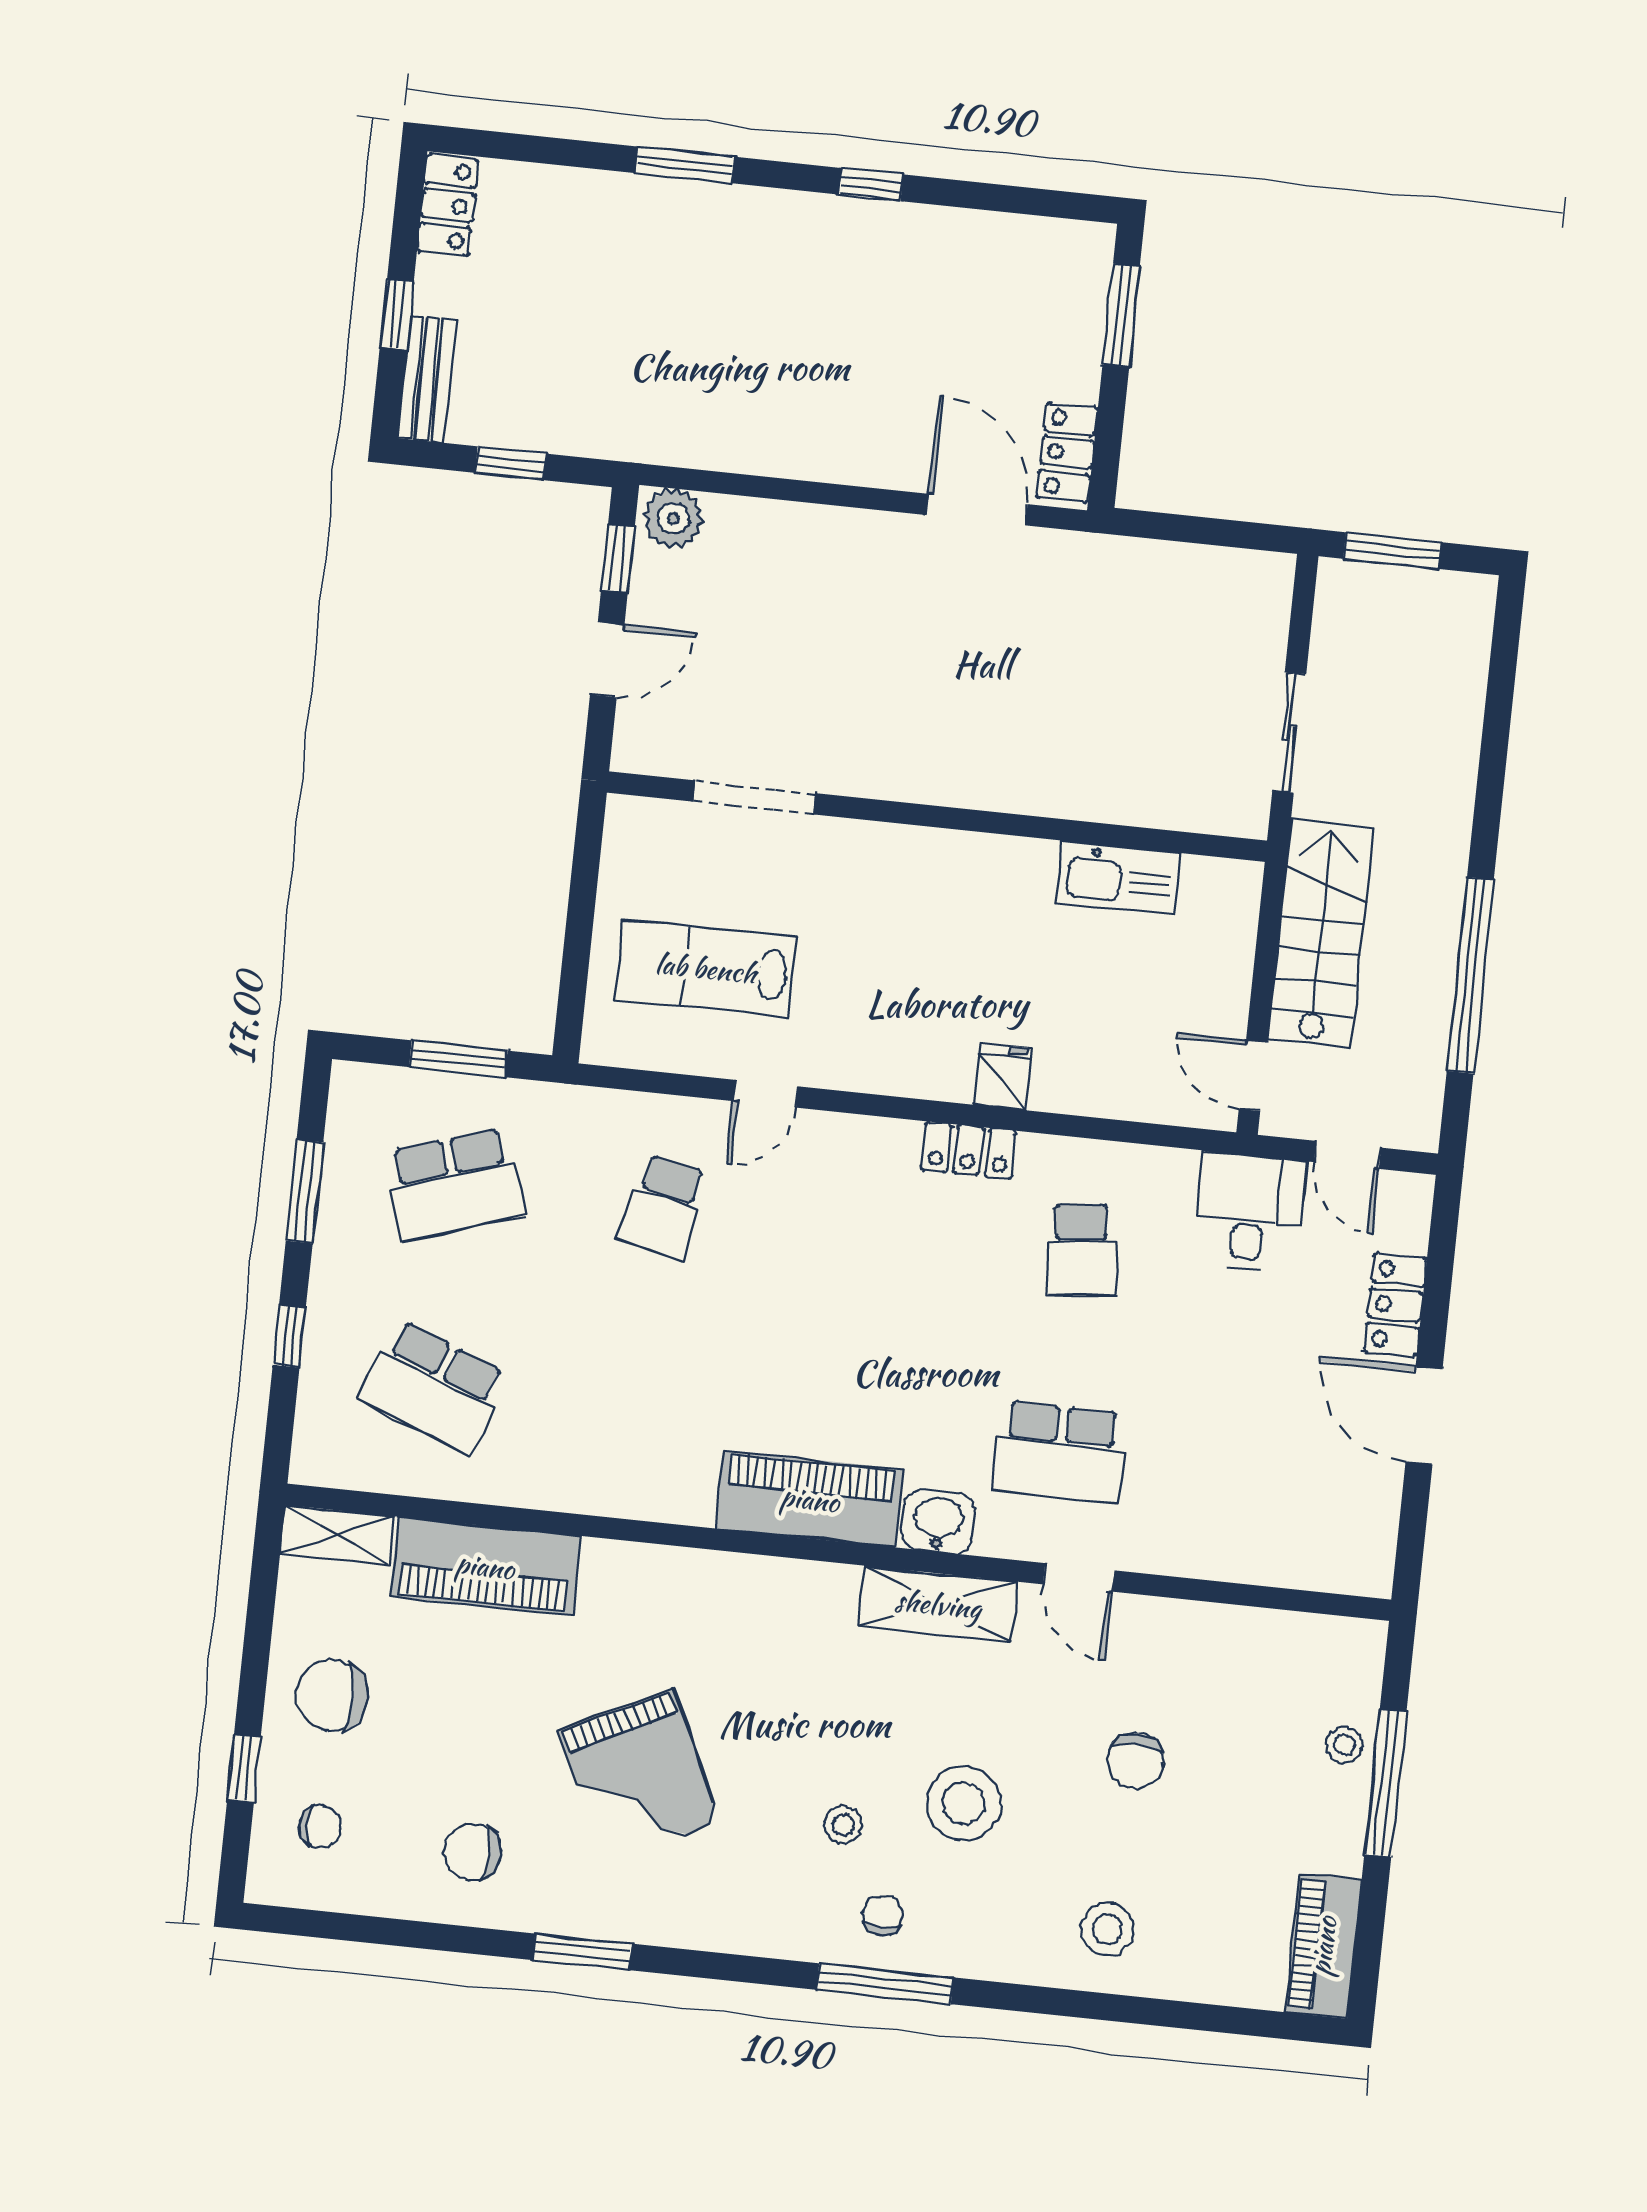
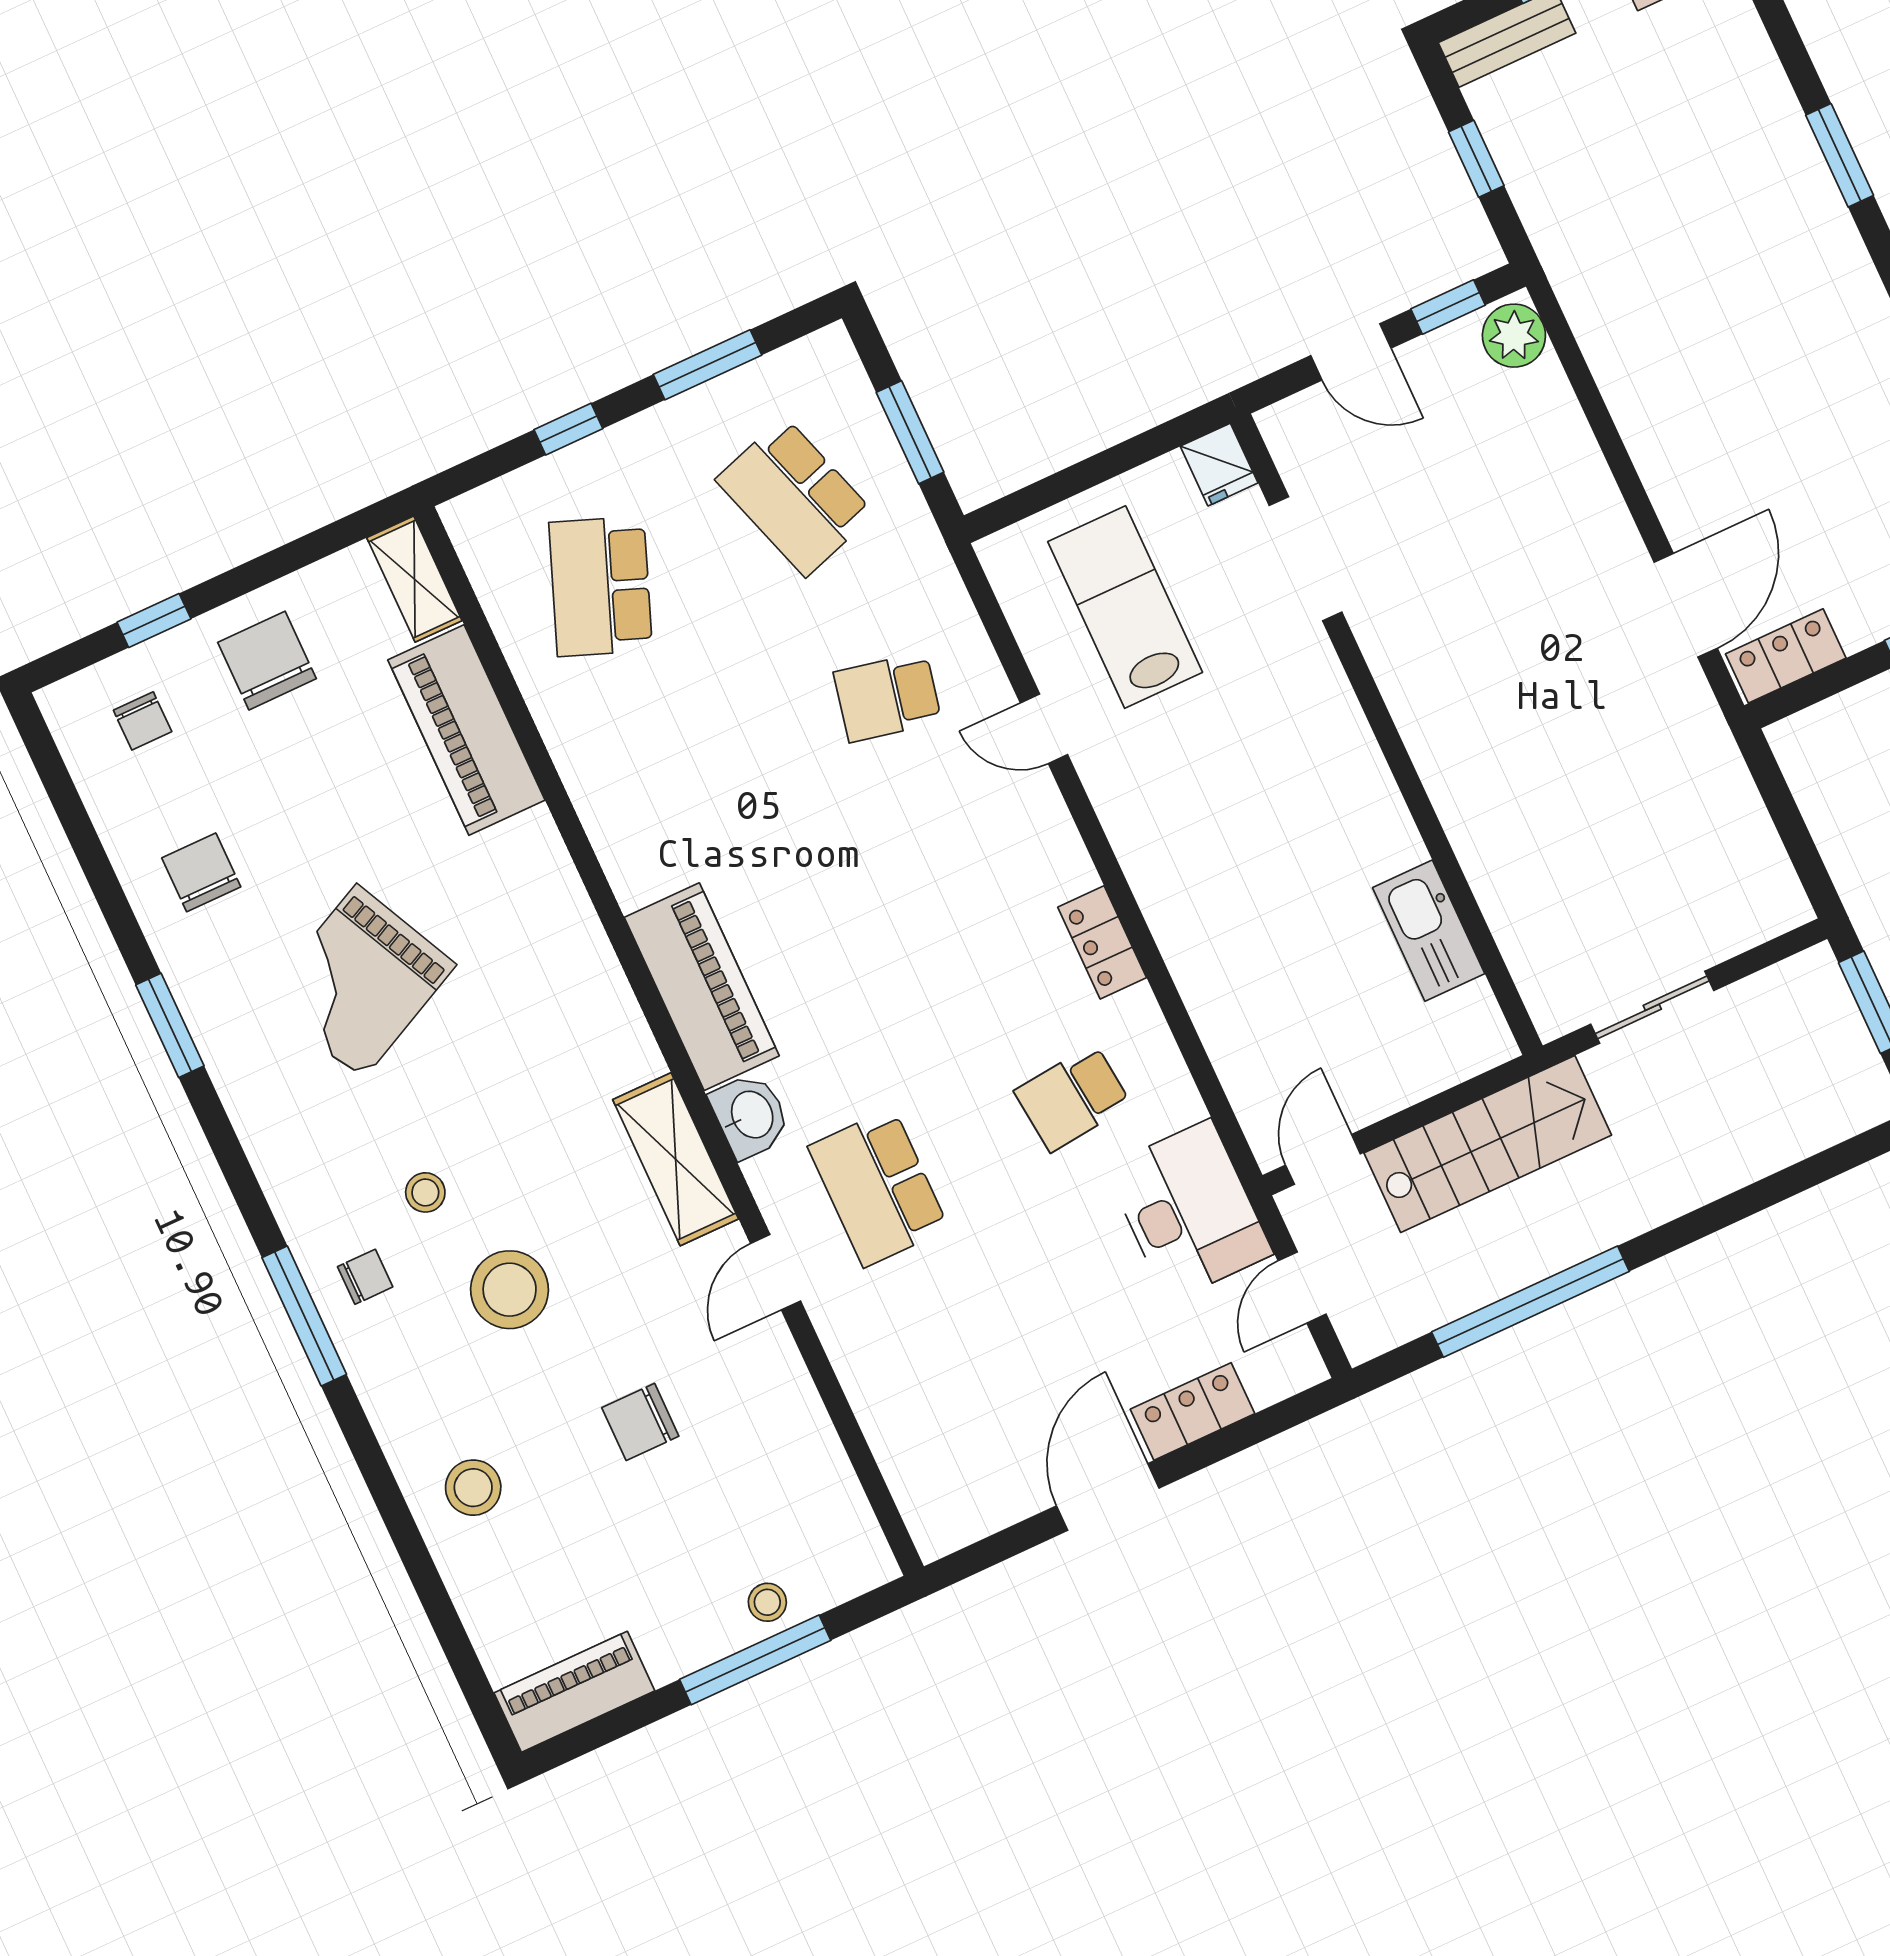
fridge: (1002, 1076) -> (1219, 465), moved, turned 90
desk: (1249, 1212) -> (1189, 1211), width x1.37

